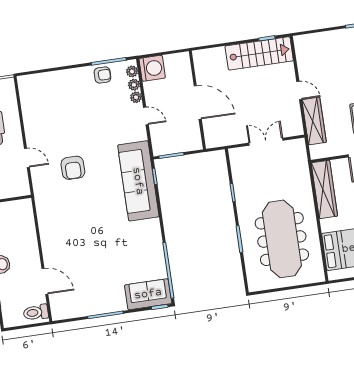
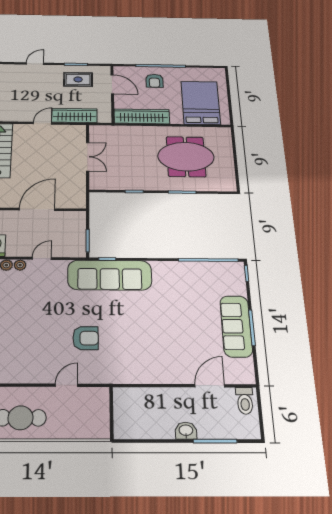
double door: (266, 142) -> (88, 157), swing flipped
meeting table: (282, 239) -> (186, 157), width x0.73
sofa: (148, 294) -> (236, 326), moved, width x1.36

